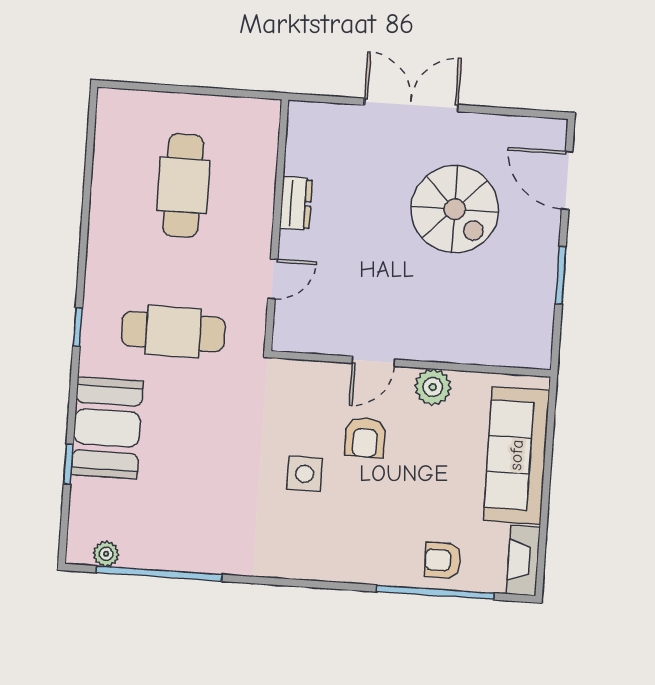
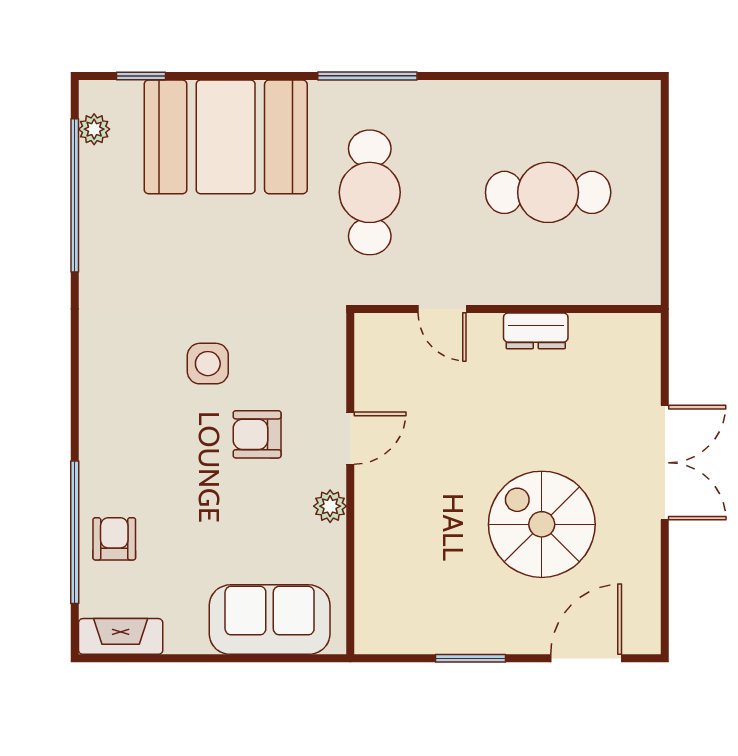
spiral stairs: (455, 209) -> (542, 524), turned 90
window: (78, 327) -> (367, 76), width x2.17
door: (374, 361) -> (350, 438), swing flipped
plant: (433, 387) -> (330, 506), width x0.73, depth x0.73
booth: (107, 428) -> (226, 137), width x1.36, depth x1.42
sofa: (516, 455) -> (270, 620), width x0.73
window: (68, 464) -> (141, 76), moved

